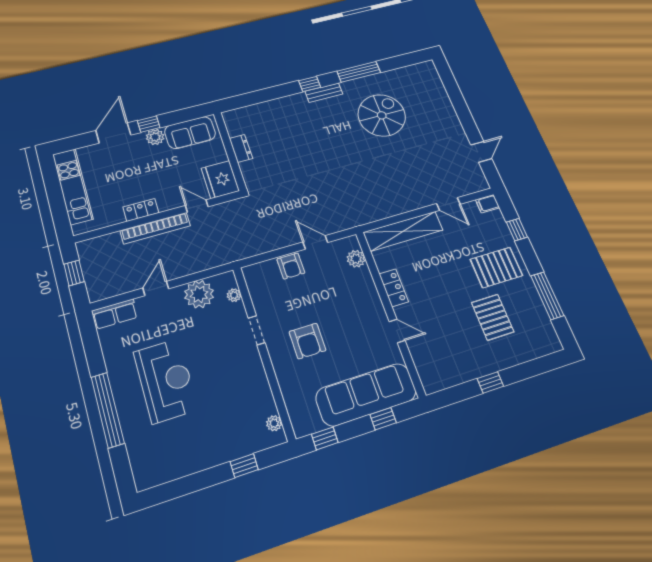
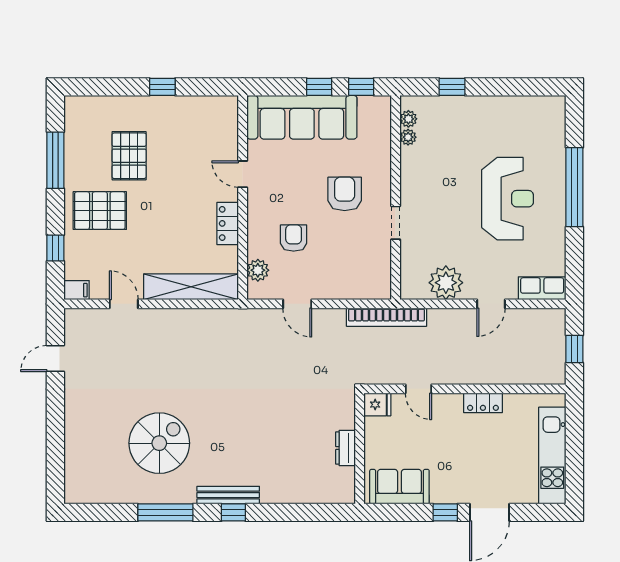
bench: (324, 93) -> (228, 495), width x1.36
spiral stairs: (382, 115) -> (159, 443), turned 180
plant: (155, 137) -> (442, 493), removed
fridge: (220, 180) -> (377, 405), width x0.53, depth x0.75
bookcase: (155, 228) -> (386, 317), moved, turned 180
armchair: (291, 266) -> (294, 238), moved
plant: (234, 295) -> (408, 137), moved
reception desk: (166, 381) -> (507, 199), turned 180
window: (383, 419) -> (319, 87), moved

